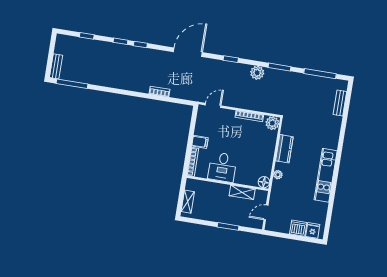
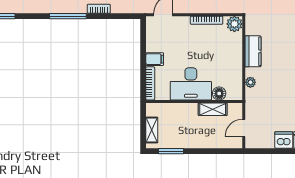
window: (132, 93) -> (68, 16), added
desk: (222, 167) -> (191, 84), width x1.37
floor lamp: (264, 182) -> (219, 93), moved
window: (228, 226) -> (171, 151), moved

